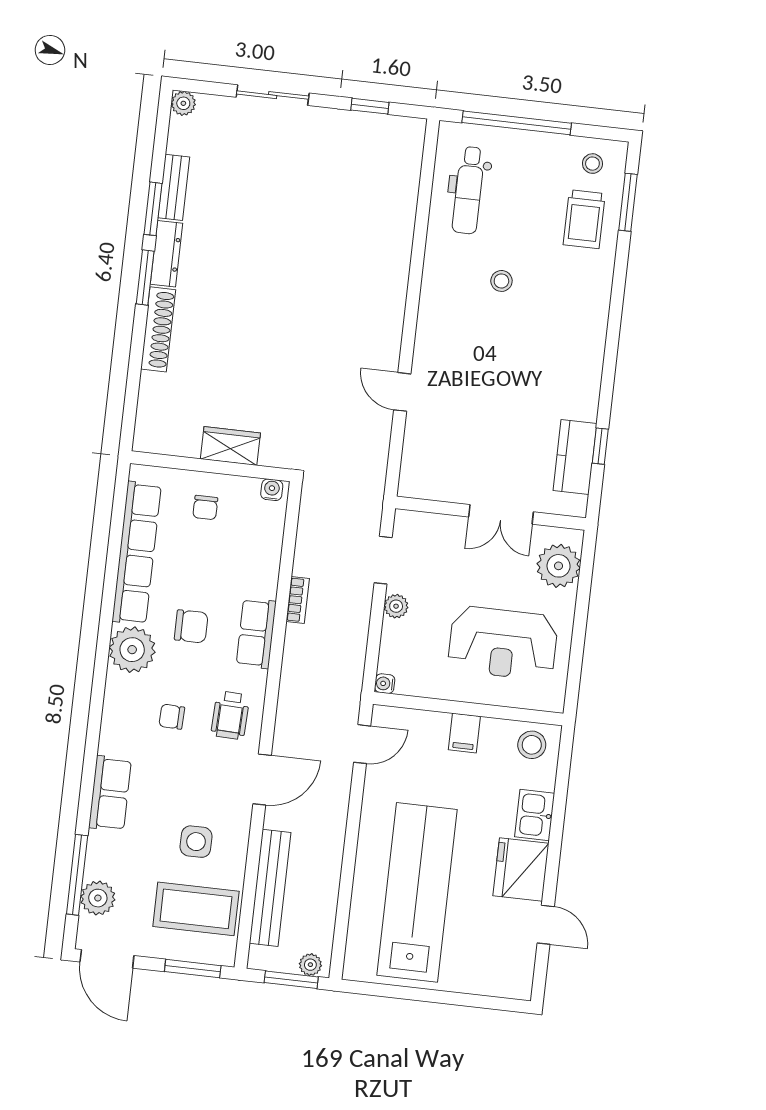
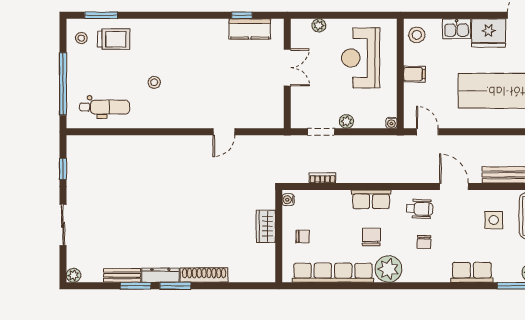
plant: (559, 566) -> (319, 25), width x0.53, depth x0.53
bookcase: (298, 600) -> (322, 178), moved
reception desk: (503, 643) -> (361, 58), turned 180

